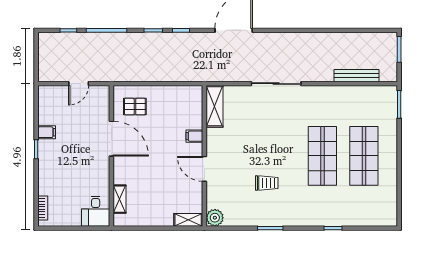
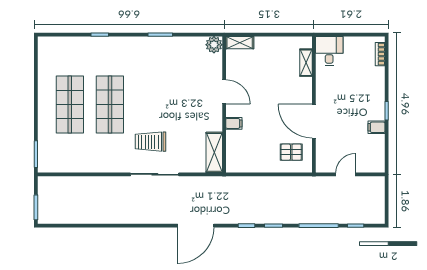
bench: (356, 76) -> (77, 182), removed
trolley: (267, 183) -> (151, 142), moved, width x1.36, depth x1.39

